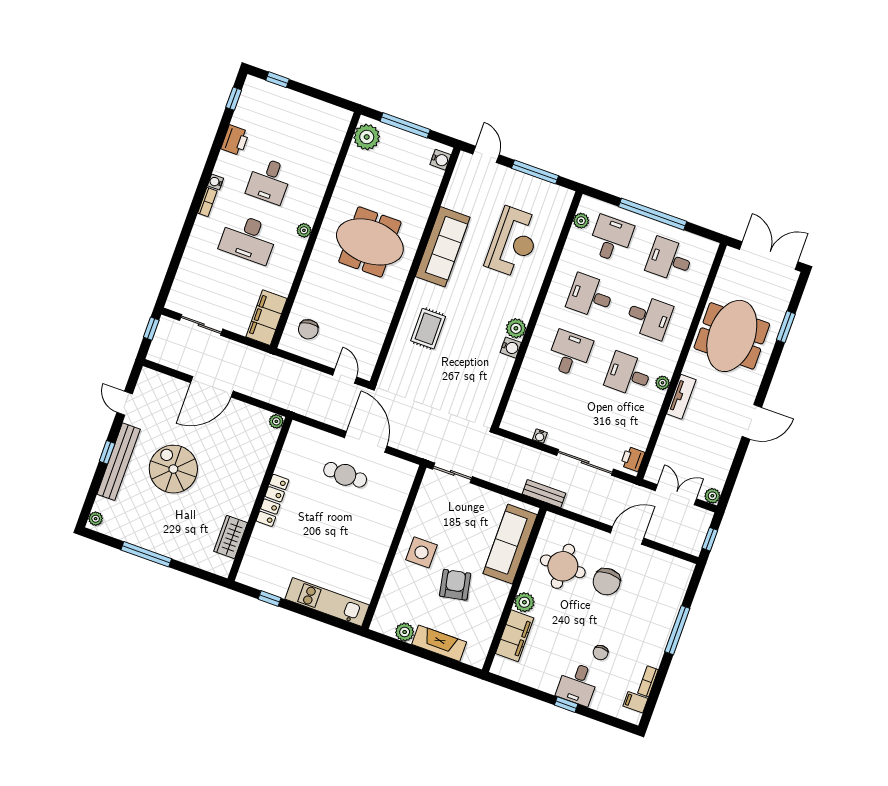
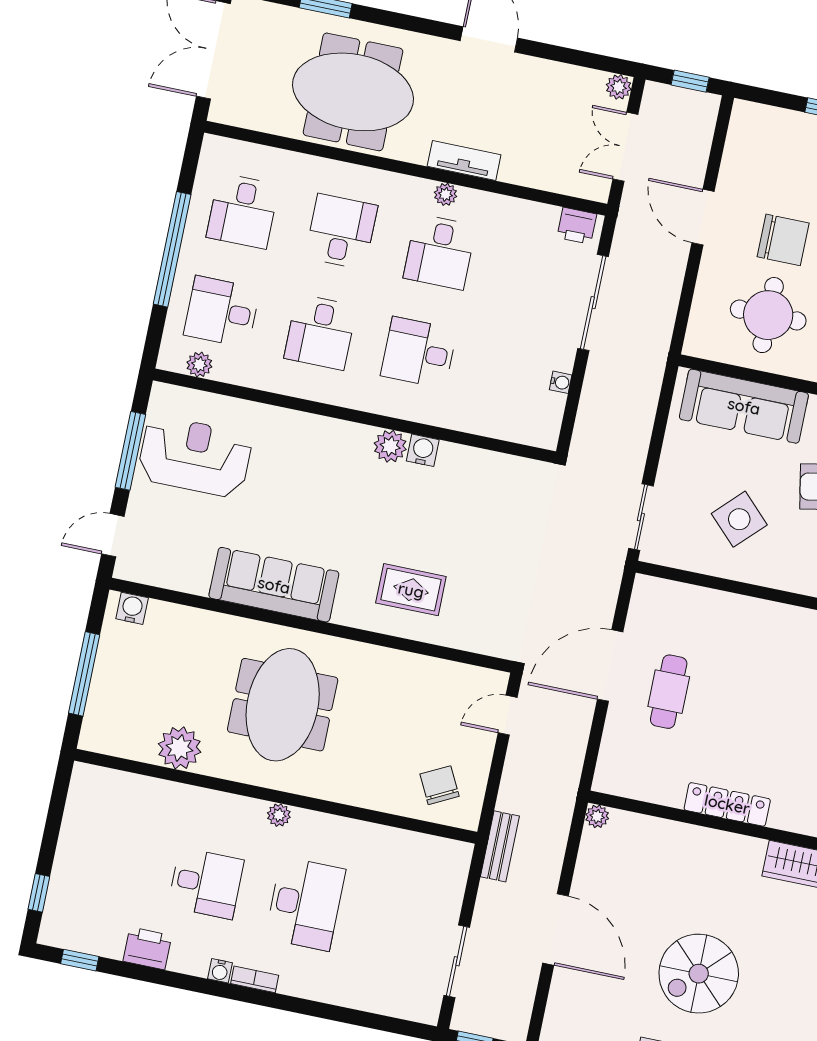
plant: (367, 137) -> (180, 748), moved
reception desk: (513, 242) -> (195, 456), moved
filing cabinet: (266, 318) -> (430, 856), removed
chair: (308, 329) -> (440, 785), turned -110
bench: (544, 494) -> (500, 846), moved
side table: (421, 552) -> (739, 519), moved, turned 45

